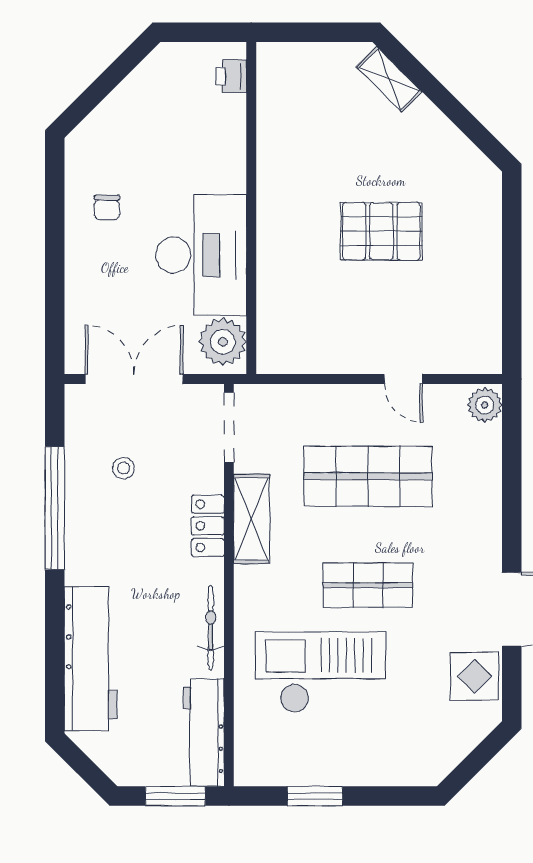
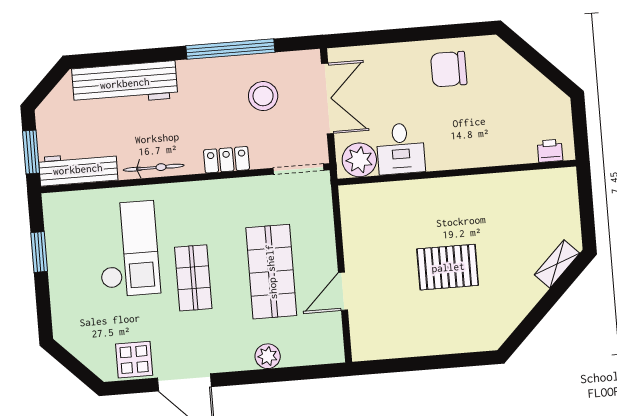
chair: (107, 208) -> (449, 69), width x1.87, depth x1.87
pallet: (381, 231) -> (448, 267), turned 90
desk: (201, 255) -> (401, 149), width x0.53, depth x0.77
door: (403, 379) -> (343, 291), width x1.38
plant: (485, 405) -> (268, 356), moved
stool: (124, 468) -> (263, 96), width x1.89, depth x1.89
shelving: (252, 519) -> (234, 191), removed

